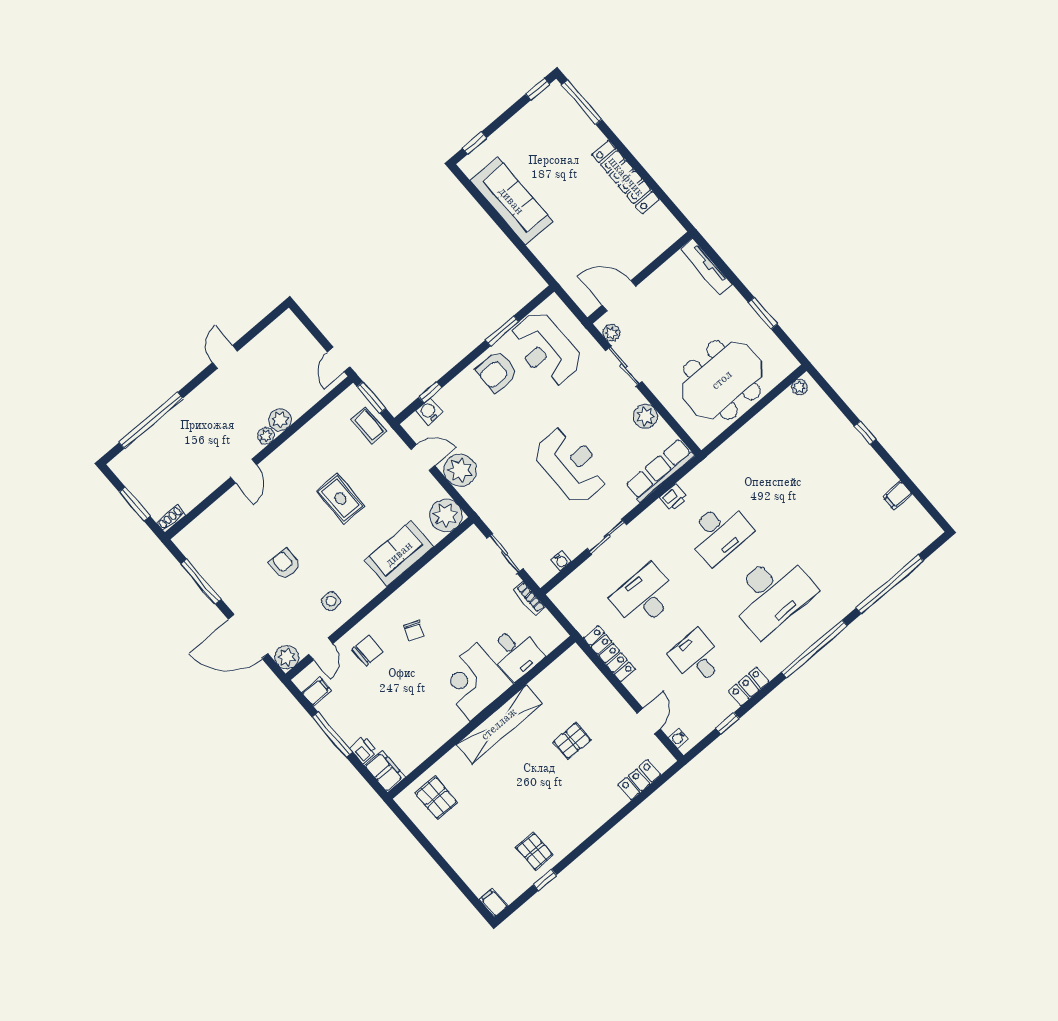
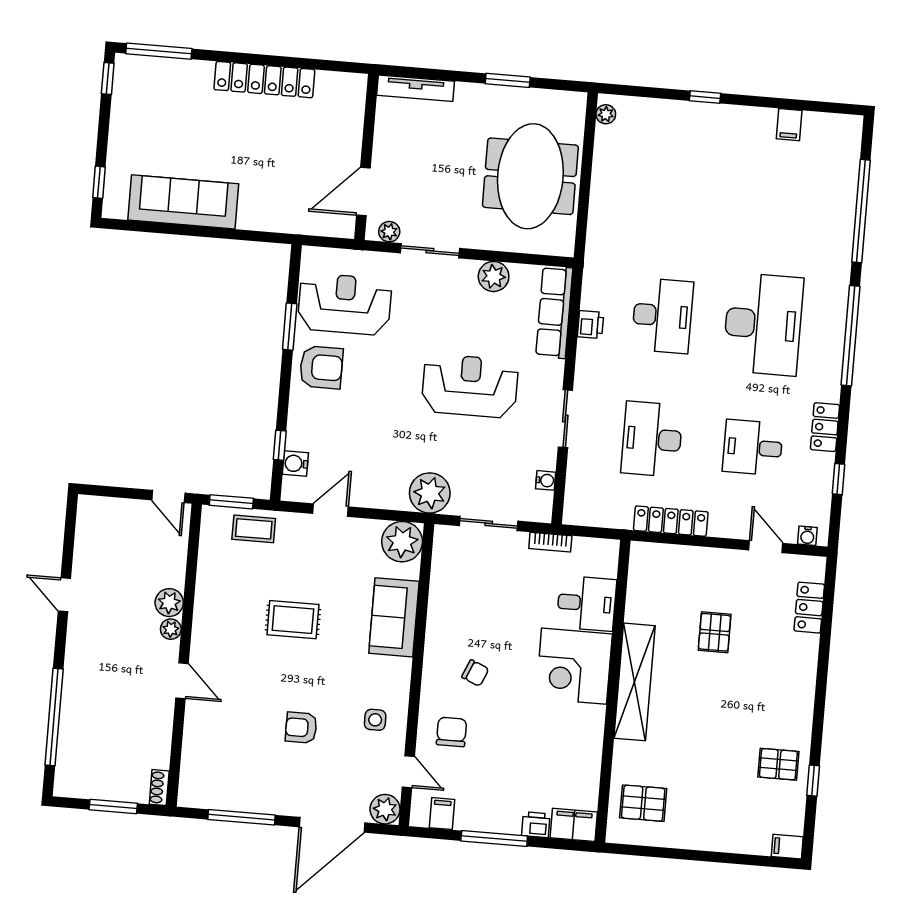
reception desk: (546, 349) -> (345, 304), turned 180
armchair: (497, 372) -> (321, 367), turned -90
plant: (460, 470) -> (430, 493), moved

